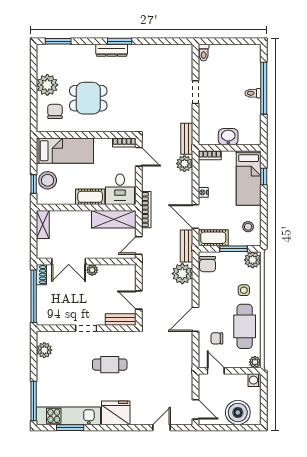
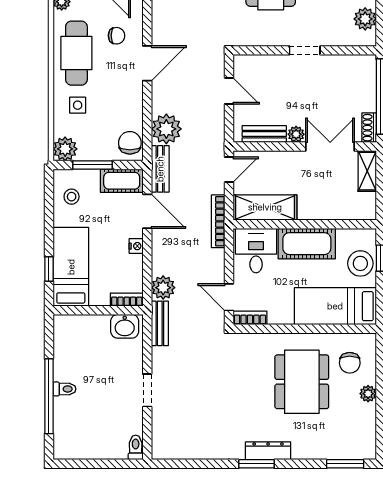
plant: (47, 85) -> (368, 394), width x0.53, depth x0.53
dining table: (88, 98) -> (302, 382), width x1.38
washbasin: (228, 137) -> (125, 326), moved
cot: (90, 197) -> (307, 244), width x1.37, depth x1.34
shelving: (43, 224) -> (367, 171), moved
bench: (121, 320) -> (264, 134), moved

